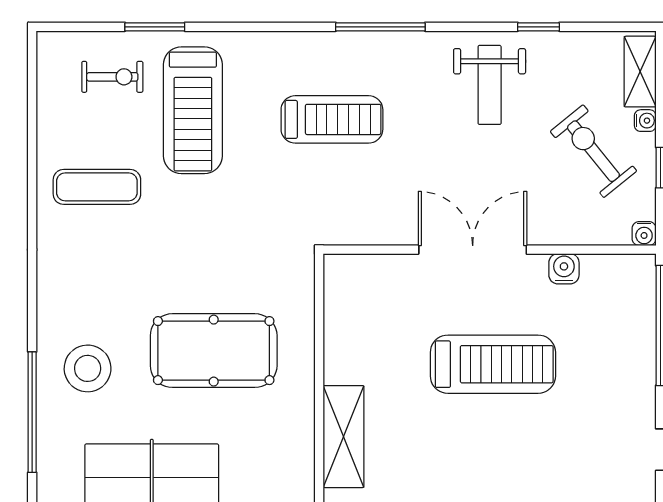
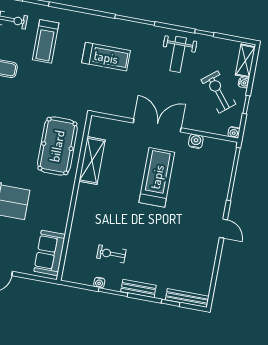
treadmill: (193, 110) -> (46, 41), width x0.73, depth x0.73
pool table: (214, 351) -> (57, 146), moved, turned 90
treadmill: (493, 364) -> (157, 177), turned -90
shelving: (344, 437) -> (92, 161), moved

